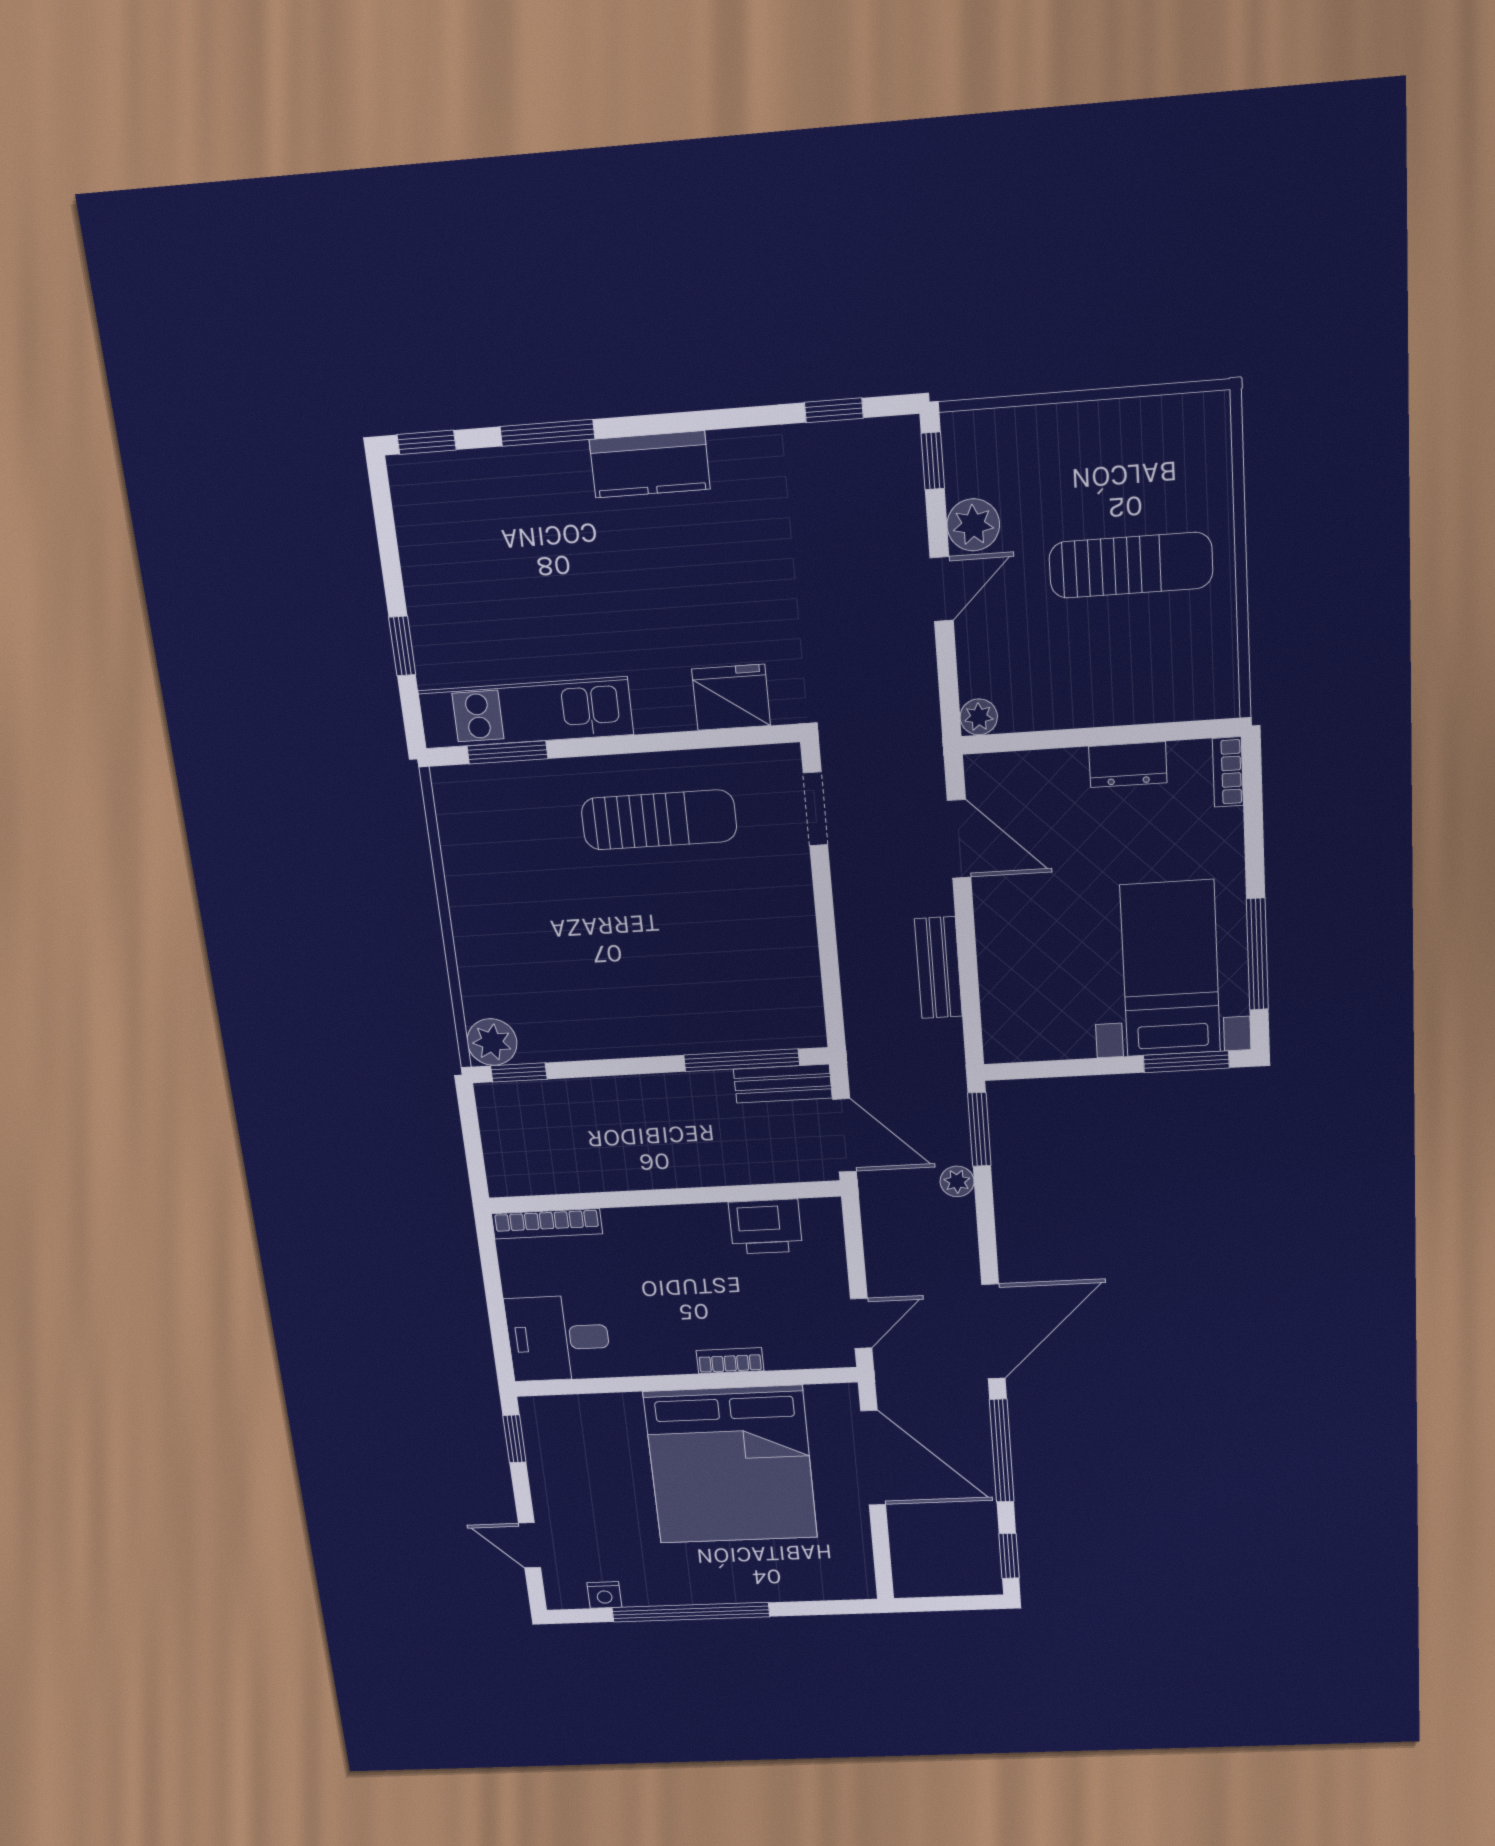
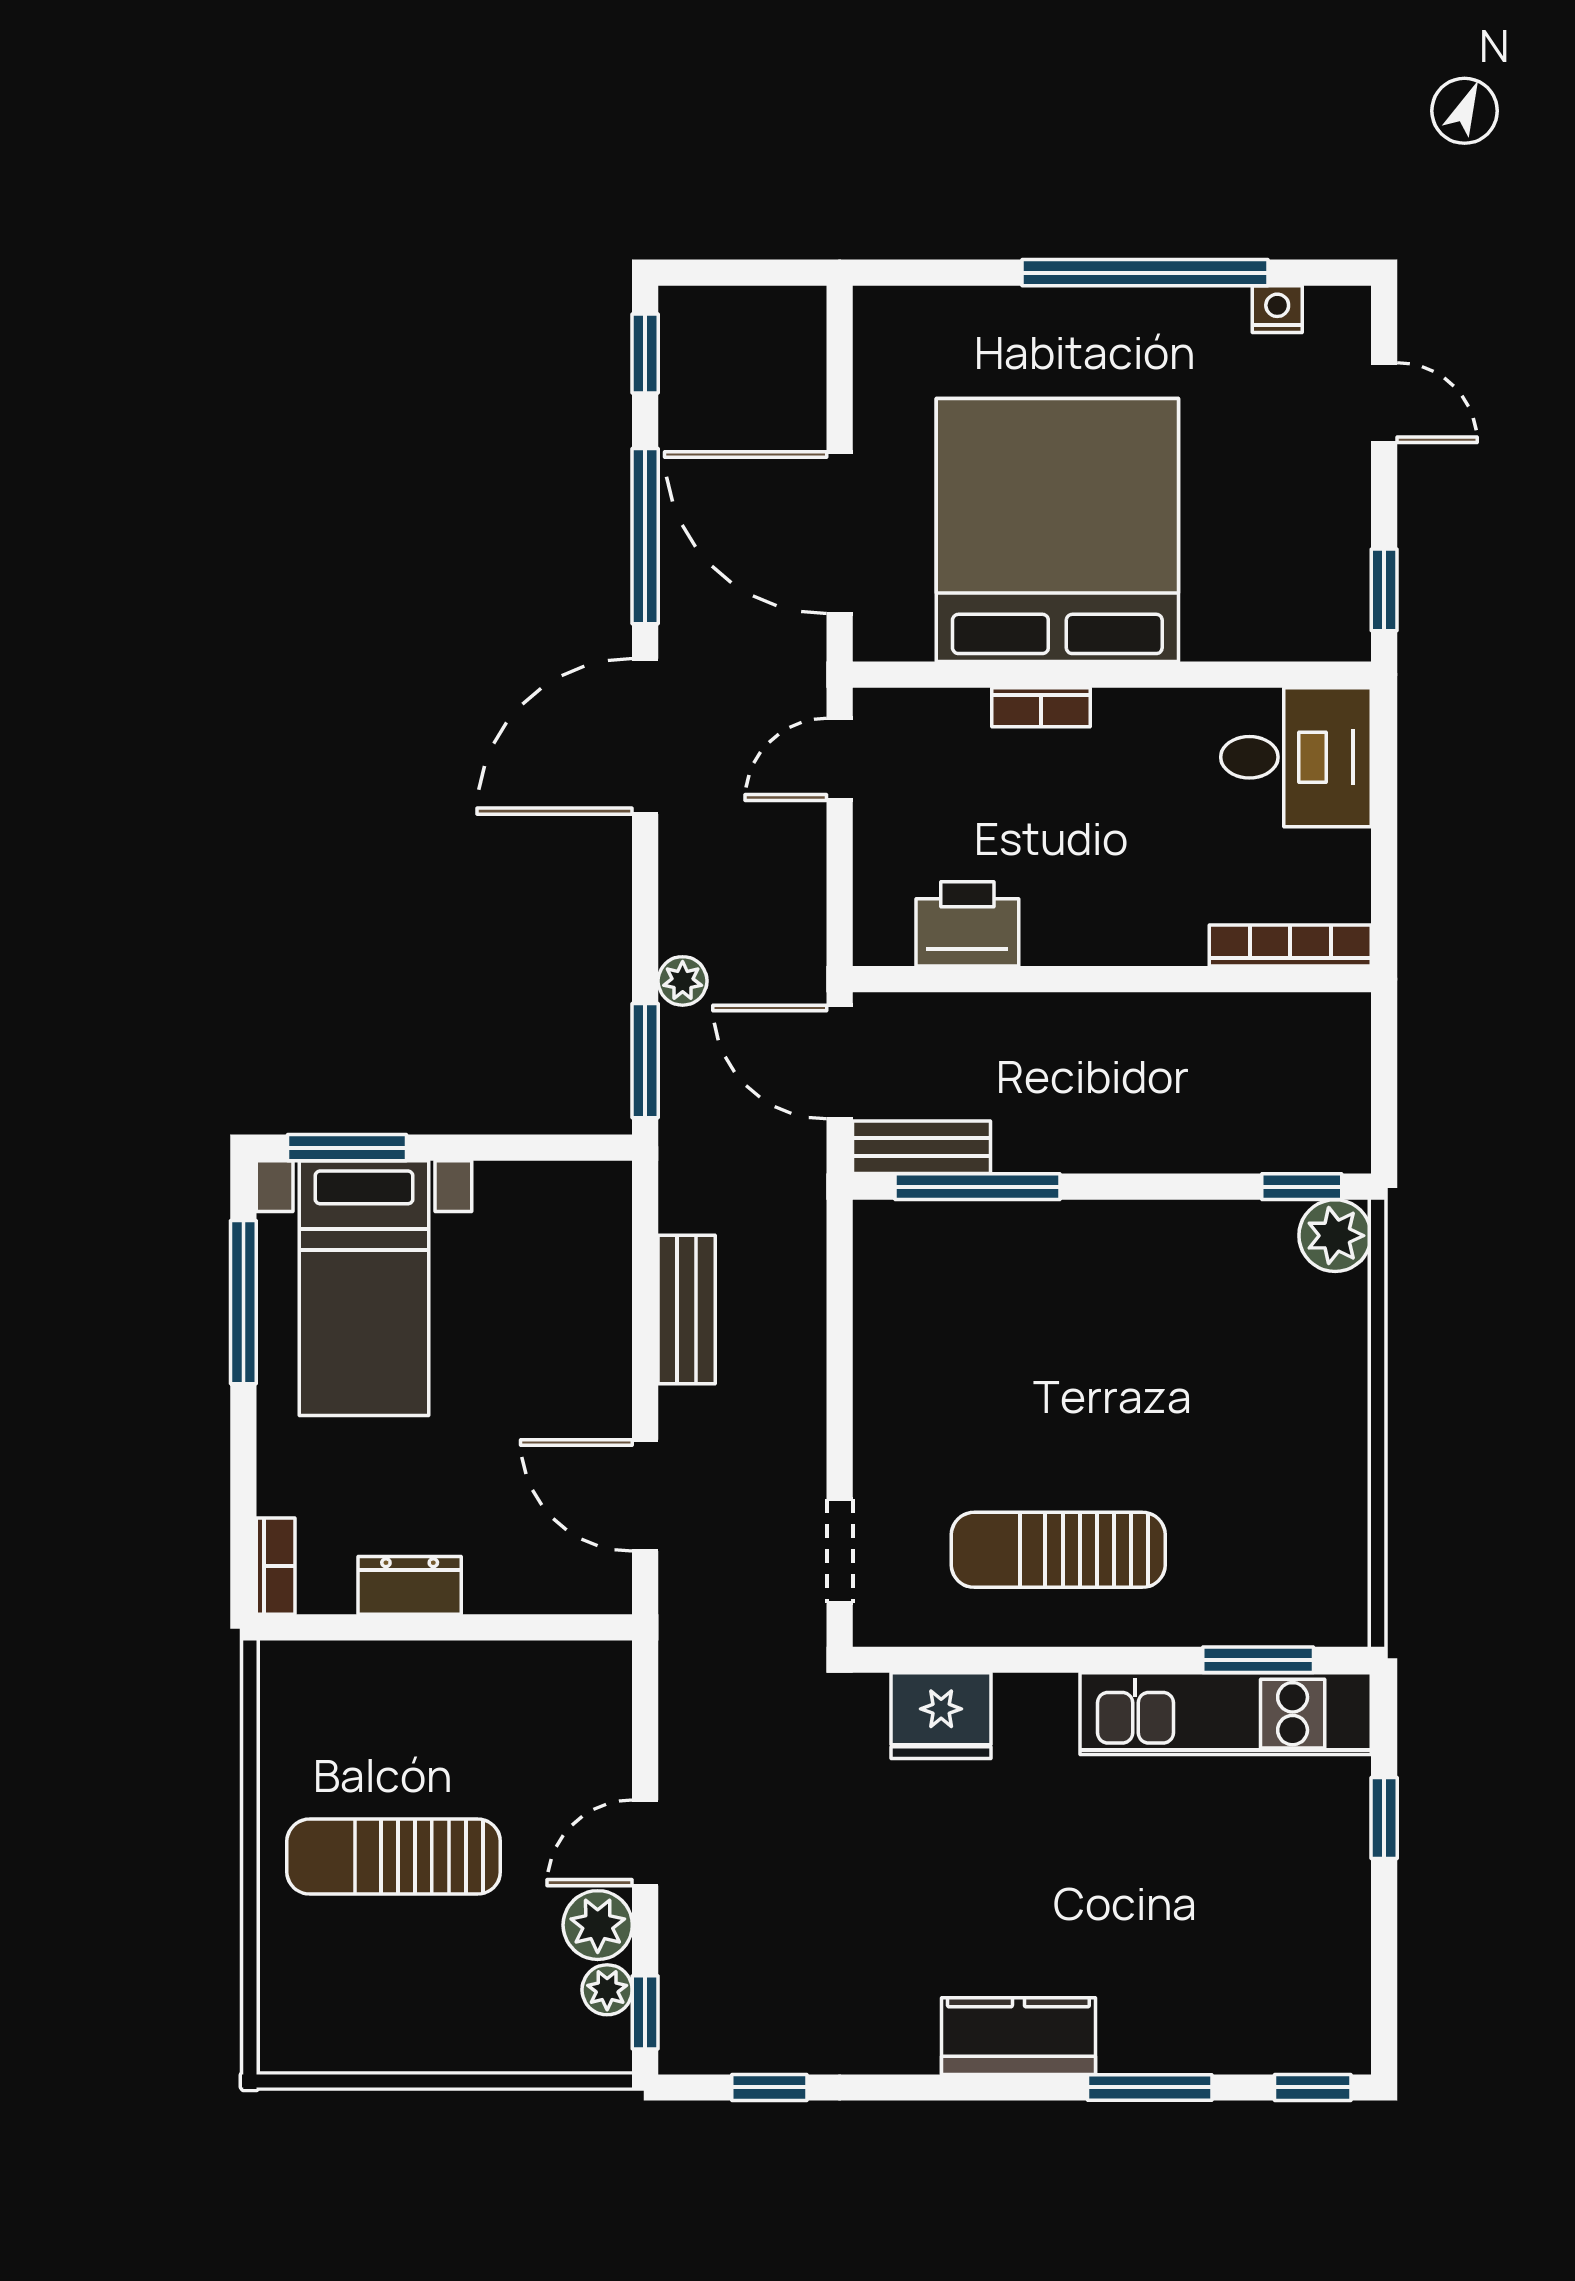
plant: (979, 717) -> (607, 1990), moved

